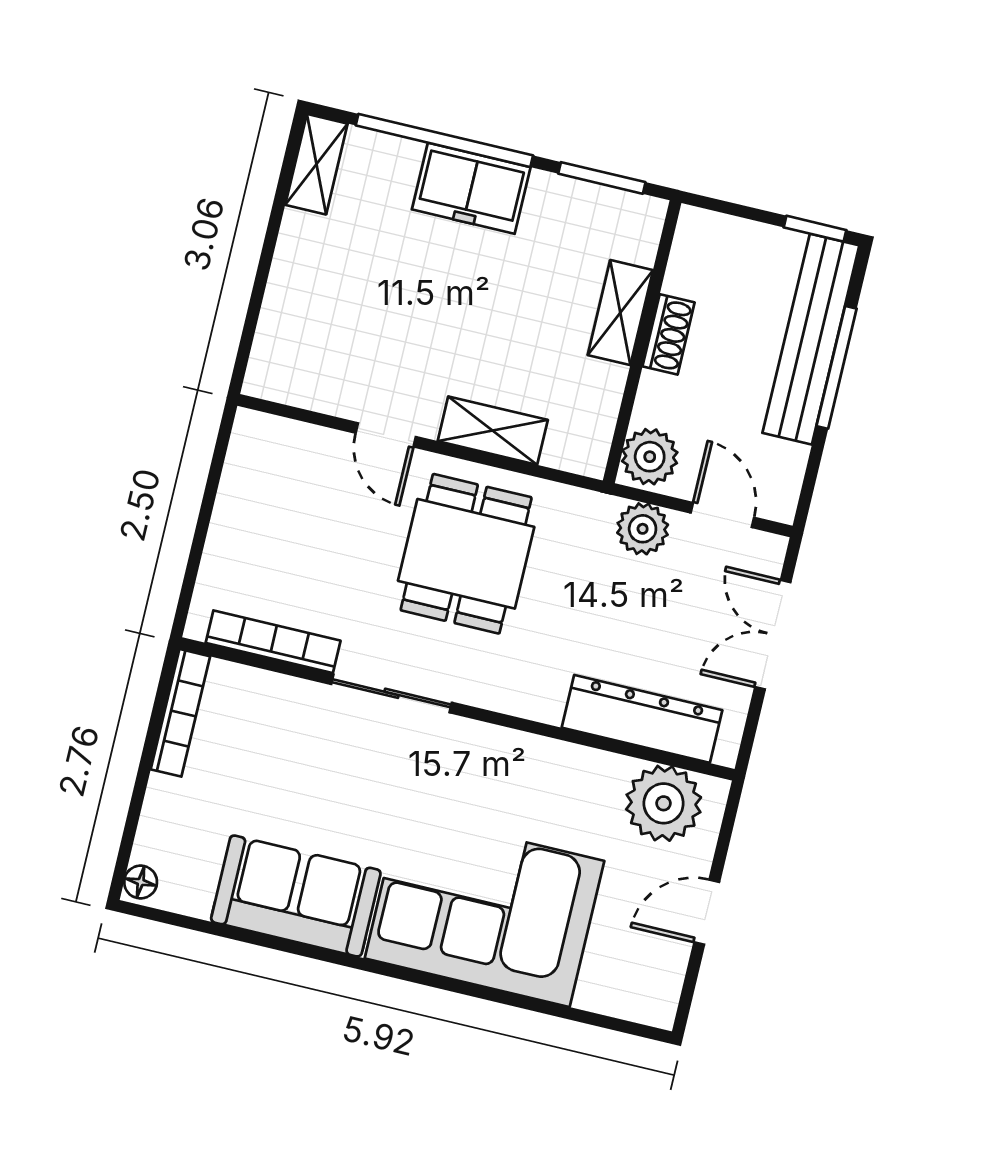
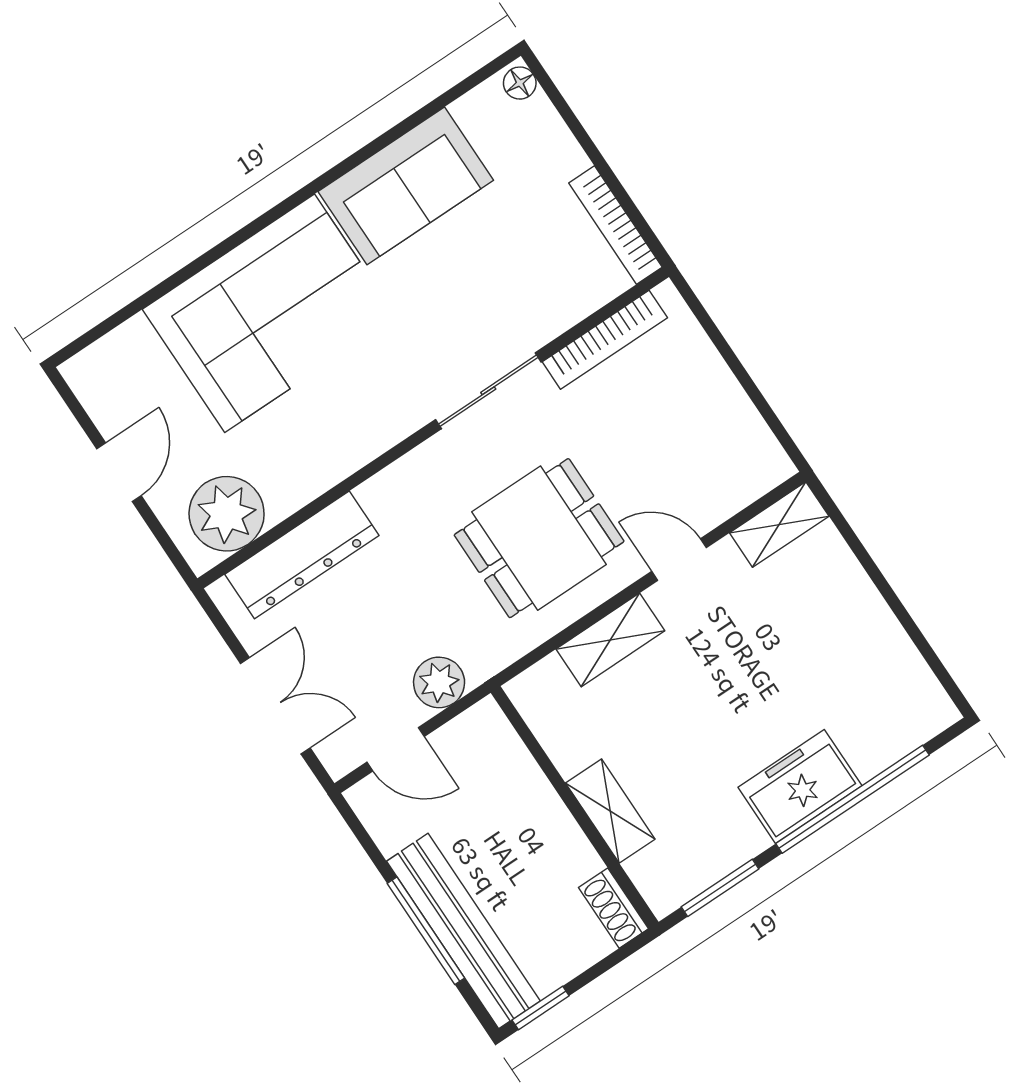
shelving: (316, 164) -> (779, 524), moved, turned 90
shoe rack: (669, 334) -> (614, 908), moved
plant: (650, 457) -> (486, 736), removed
dining table: (466, 554) -> (539, 538), turned 90

